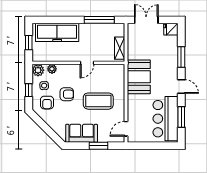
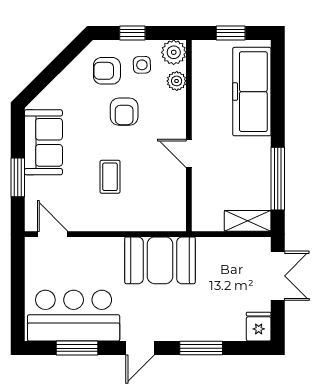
shelving: (120, 48) -> (248, 221), moved
coffee table: (98, 101) -> (110, 177), width x0.54, depth x0.58

